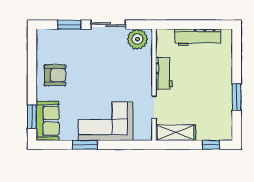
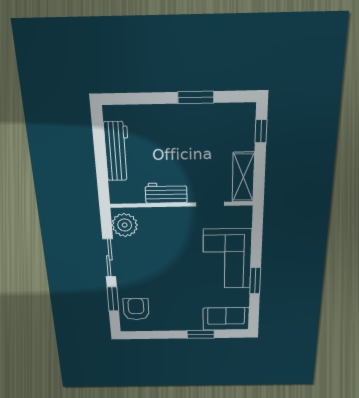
armchair: (55, 75) -> (136, 309), moved
window: (32, 117) -> (201, 334), moved

